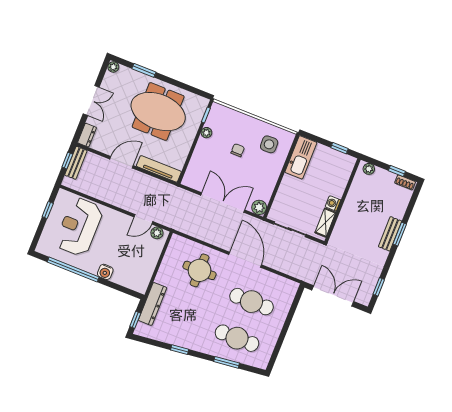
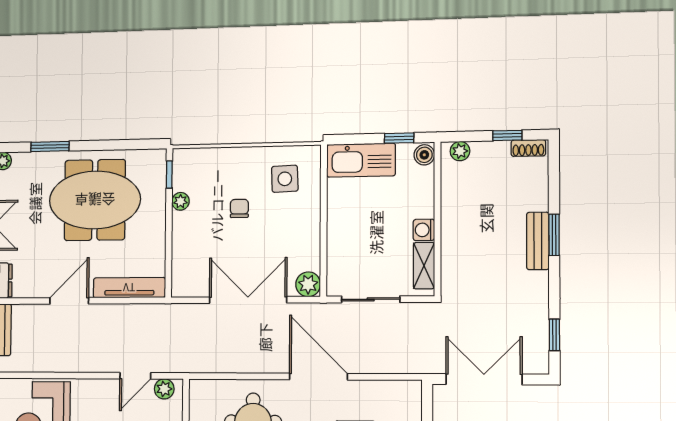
kitchen sink: (301, 157) -> (361, 160), moved, turned 90
boiler: (349, 163) -> (424, 155), added

